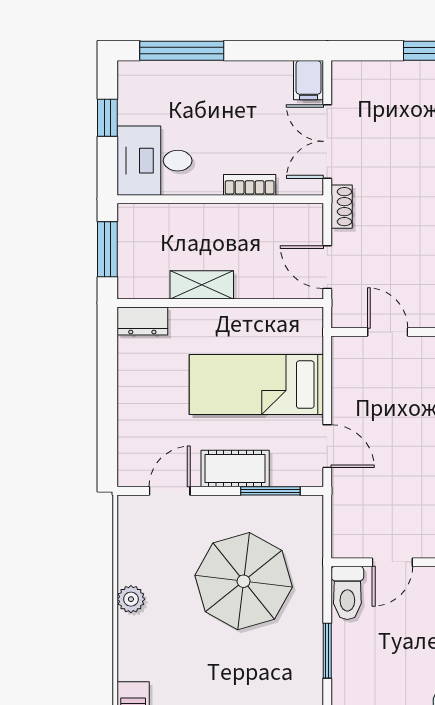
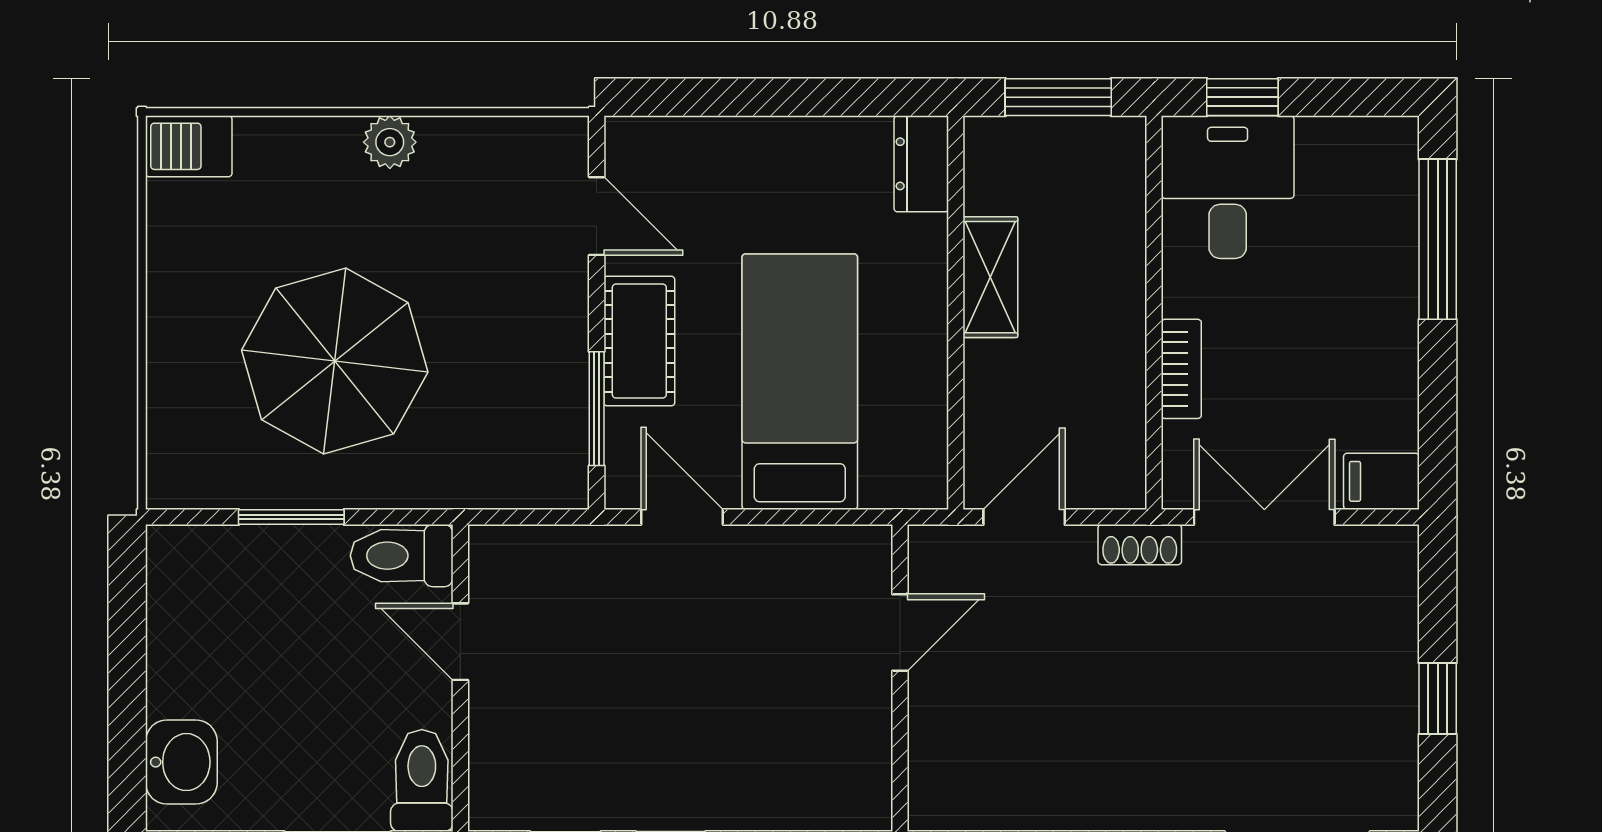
window: (107, 118) -> (1242, 97), moved
door: (327, 446) -> (682, 517), swing flipped
parasol: (244, 581) -> (335, 361), moved

